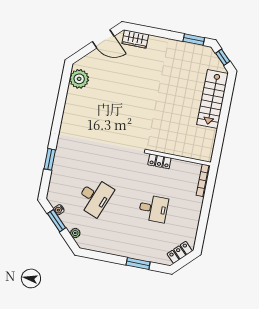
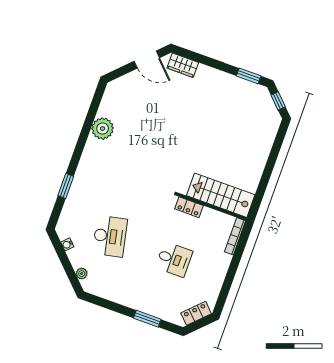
plant: (79, 79) -> (103, 129), moved
stairs: (213, 99) -> (221, 195), moved, turned 90
desk: (95, 197) -> (110, 236), turned -33
window: (57, 221) -> (63, 256), removed

